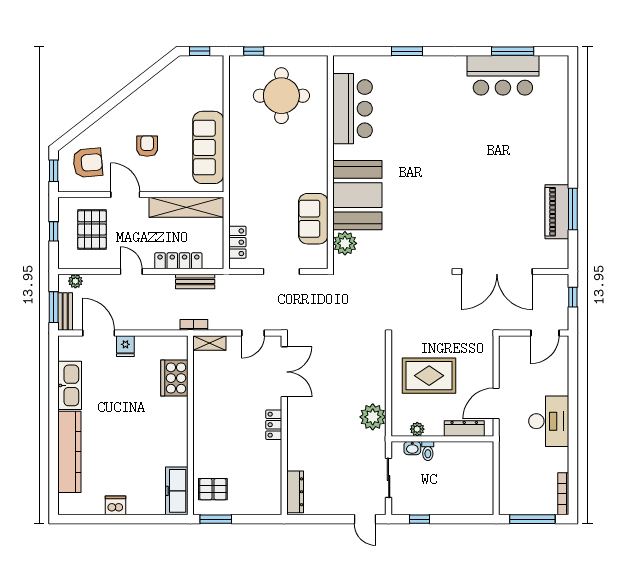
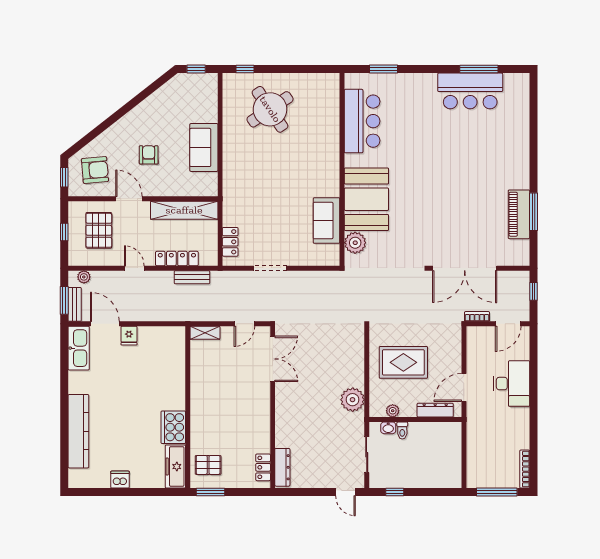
round table: (281, 96) -> (270, 109), turned -34
bar counter: (353, 109) -> (362, 121), moved
sofa: (208, 147) -> (204, 147), width x0.73
wall: (330, 162) -> (342, 169), moved
booth: (357, 195) -> (366, 199), moved
sofa: (313, 219) -> (327, 221), moved
plant: (345, 243) -> (355, 243), moved
bookcase: (194, 325) -> (477, 316), moved
cooker: (174, 378) -> (173, 427), moved
kitchen sink: (70, 385) -> (79, 348), moved
desk: (549, 421) -> (512, 384), moved
locker: (274, 425) -> (263, 467), moved

